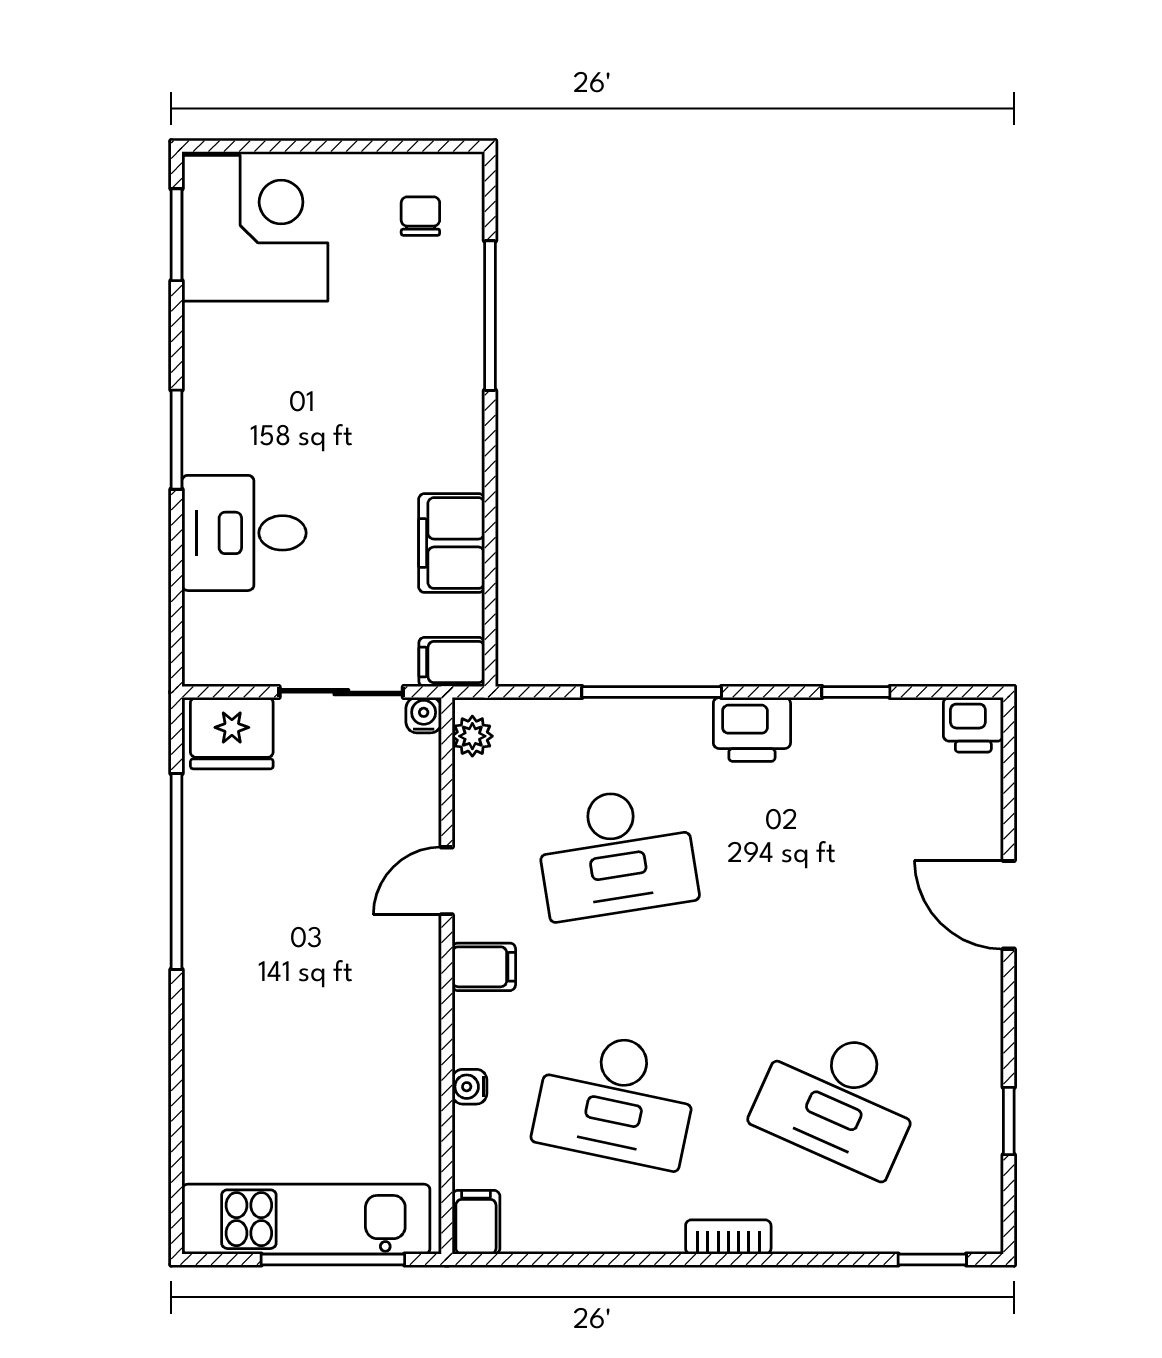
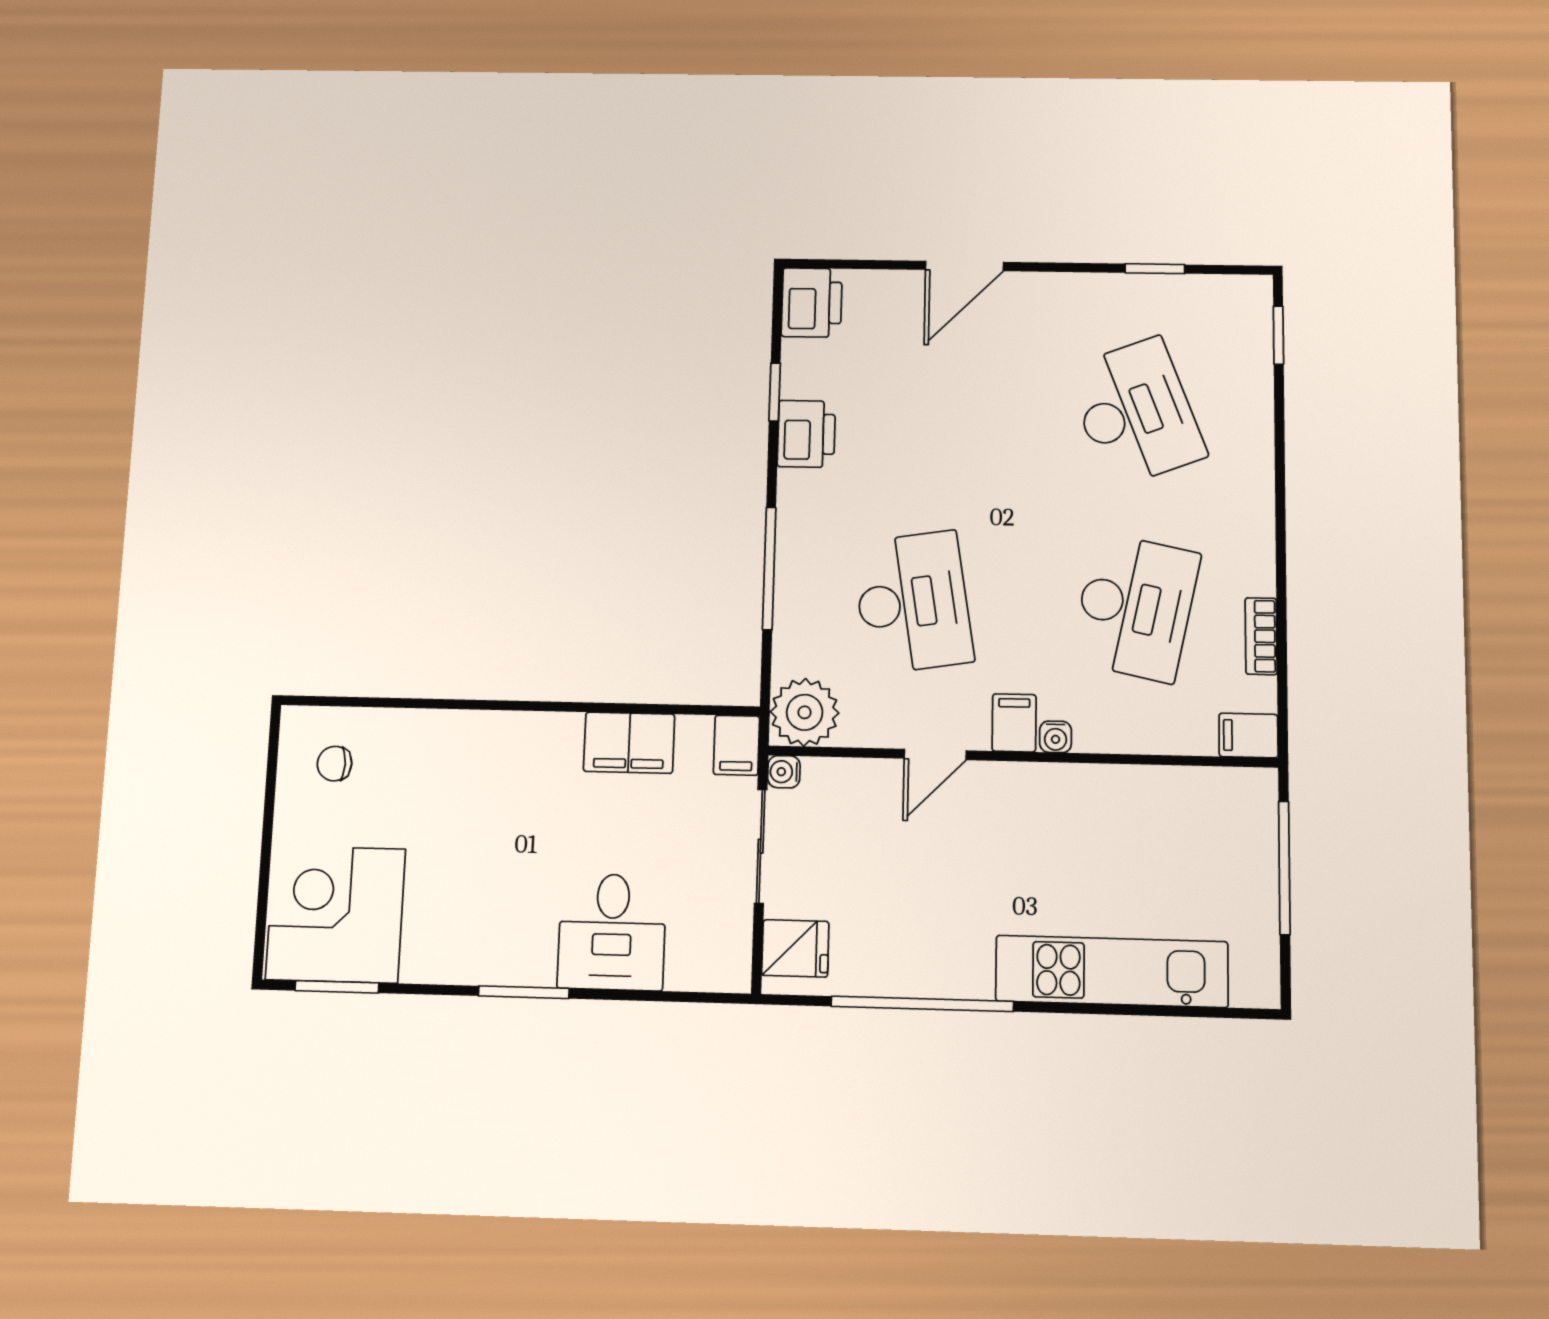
window: (490, 316) -> (427, 704), removed
printer: (973, 725) -> (812, 303), width x1.36, depth x1.24
printer: (752, 729) -> (806, 434), moved
fridge: (232, 733) -> (795, 948), width x0.72
plant: (472, 736) -> (805, 712), width x1.88, depth x1.88
door: (447, 881) -> (935, 755), hinge flipped
water cooler: (469, 1087) -> (1056, 737), moved
desk: (839, 1099) -> (1135, 412), turned -45
kitchen unit: (306, 1219) -> (1112, 971), moved, turned 90
bookcase: (728, 1237) -> (1261, 636), moved

